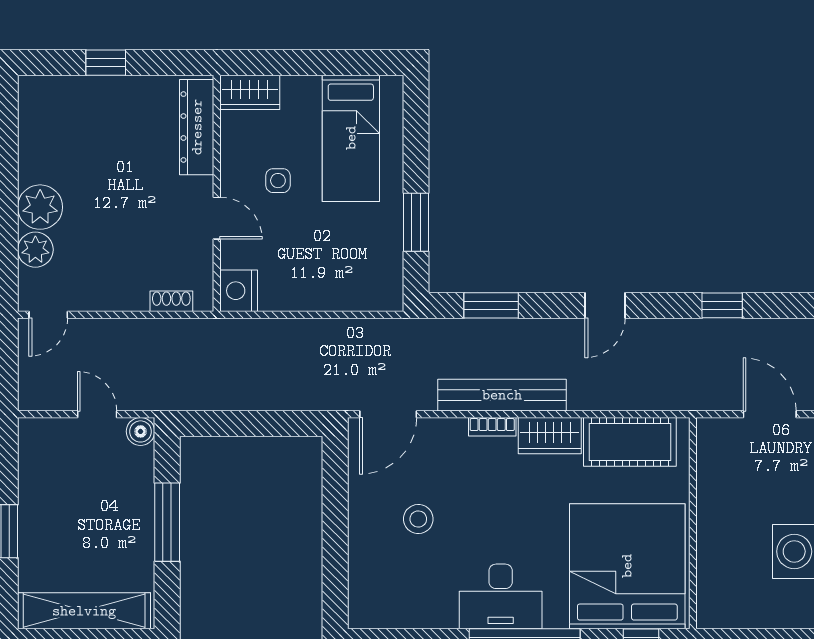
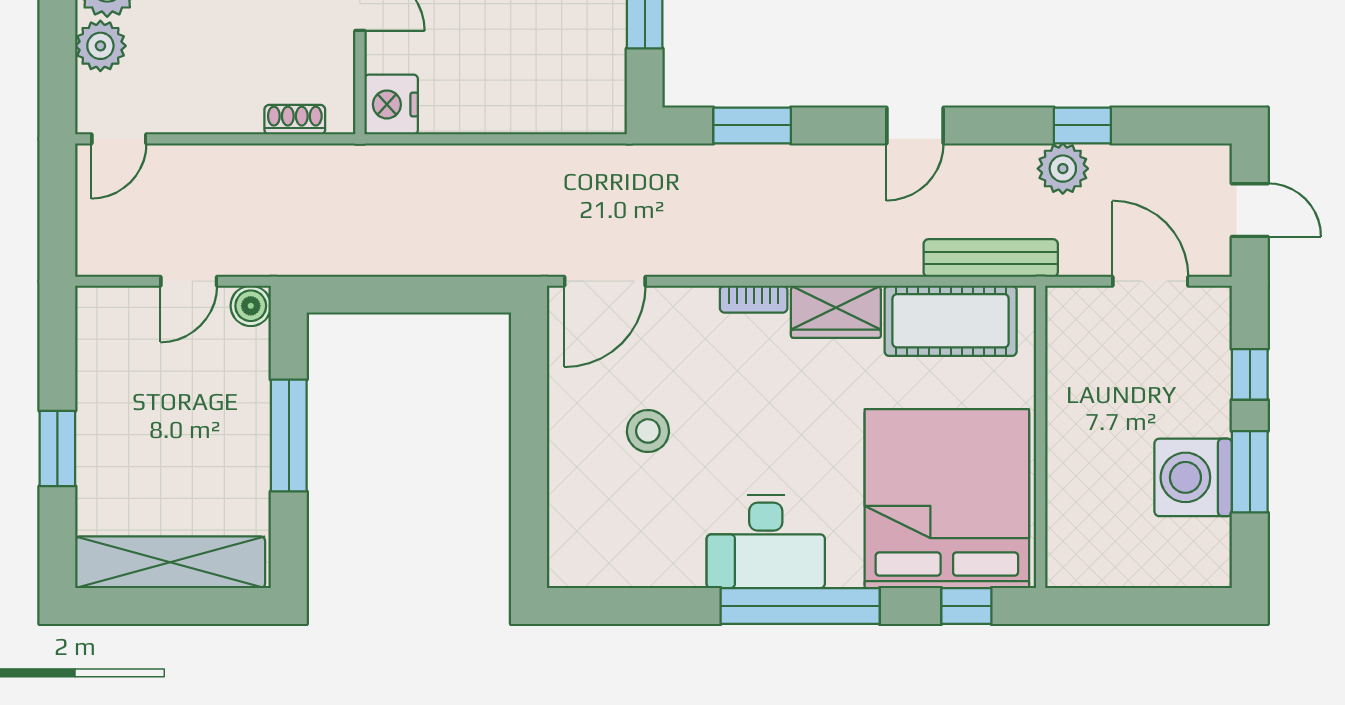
plant: (708, 335) -> (1063, 169), added
bench: (502, 395) -> (991, 258), moved, width x0.73, depth x0.82
door: (97, 414) -> (189, 281), swing flipped

